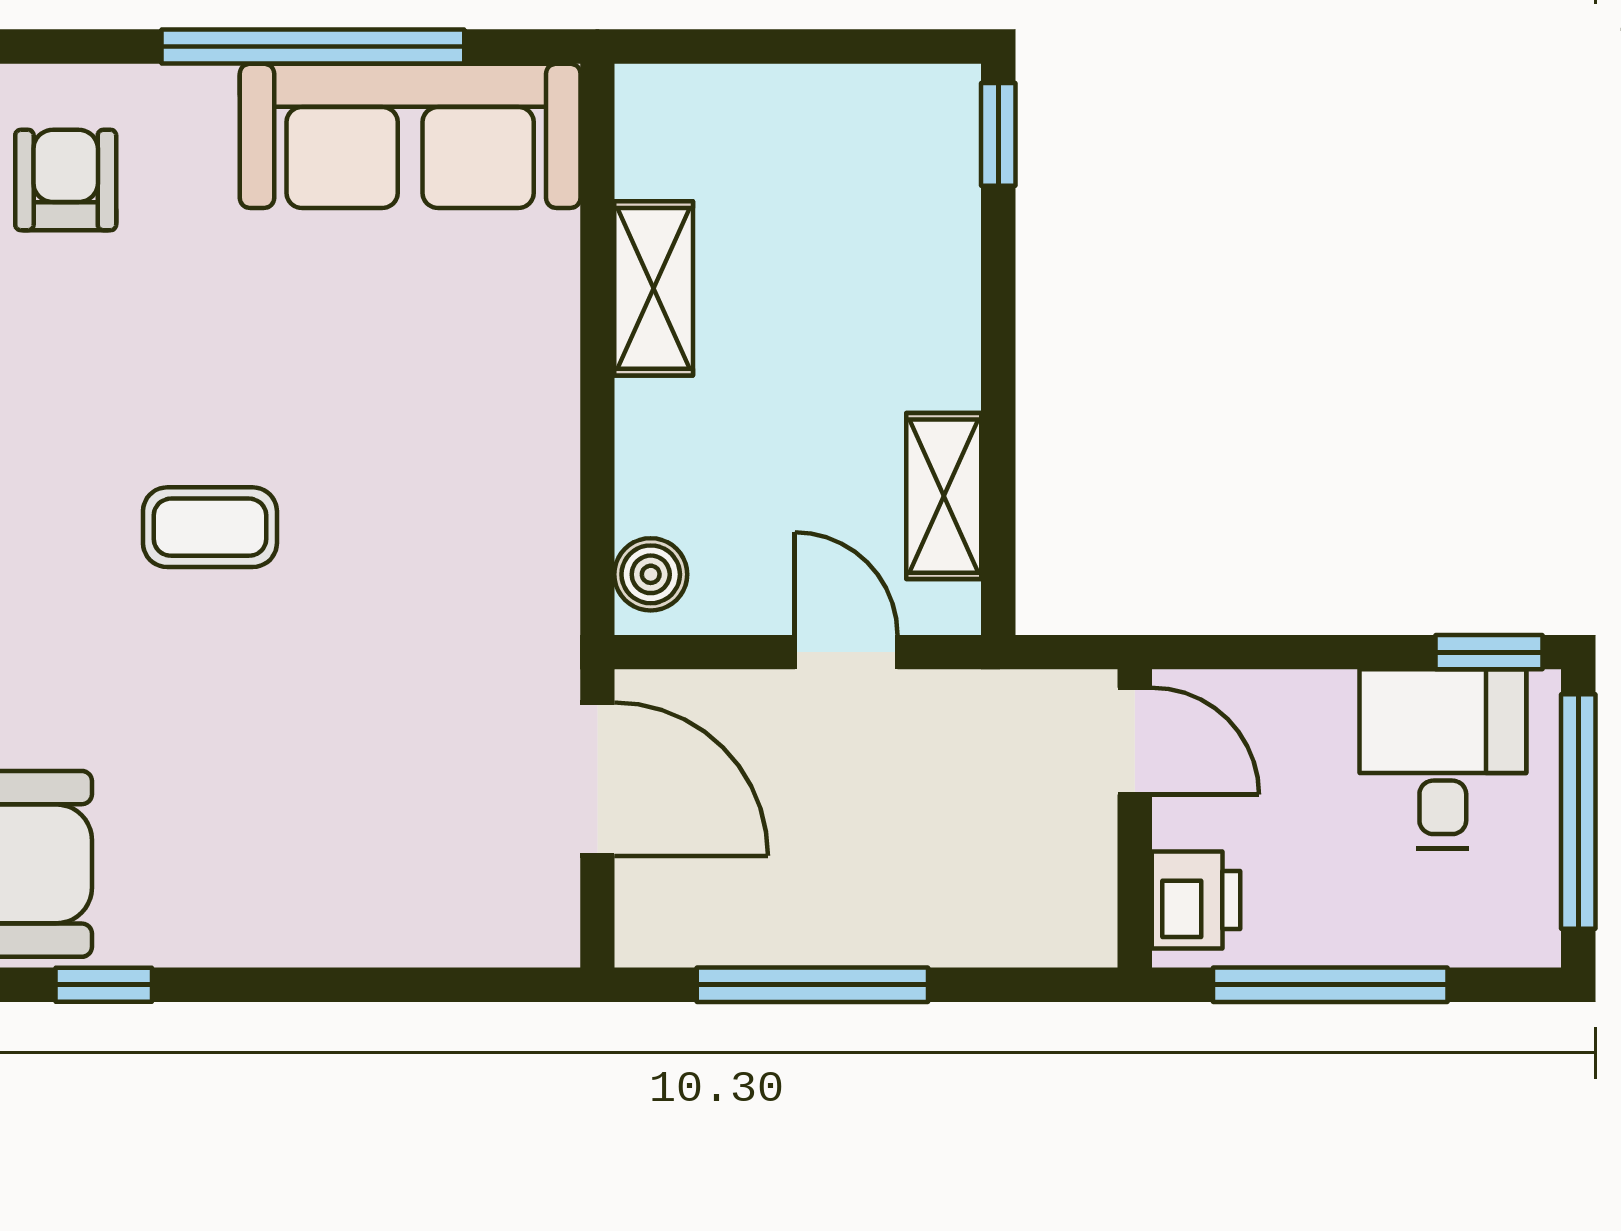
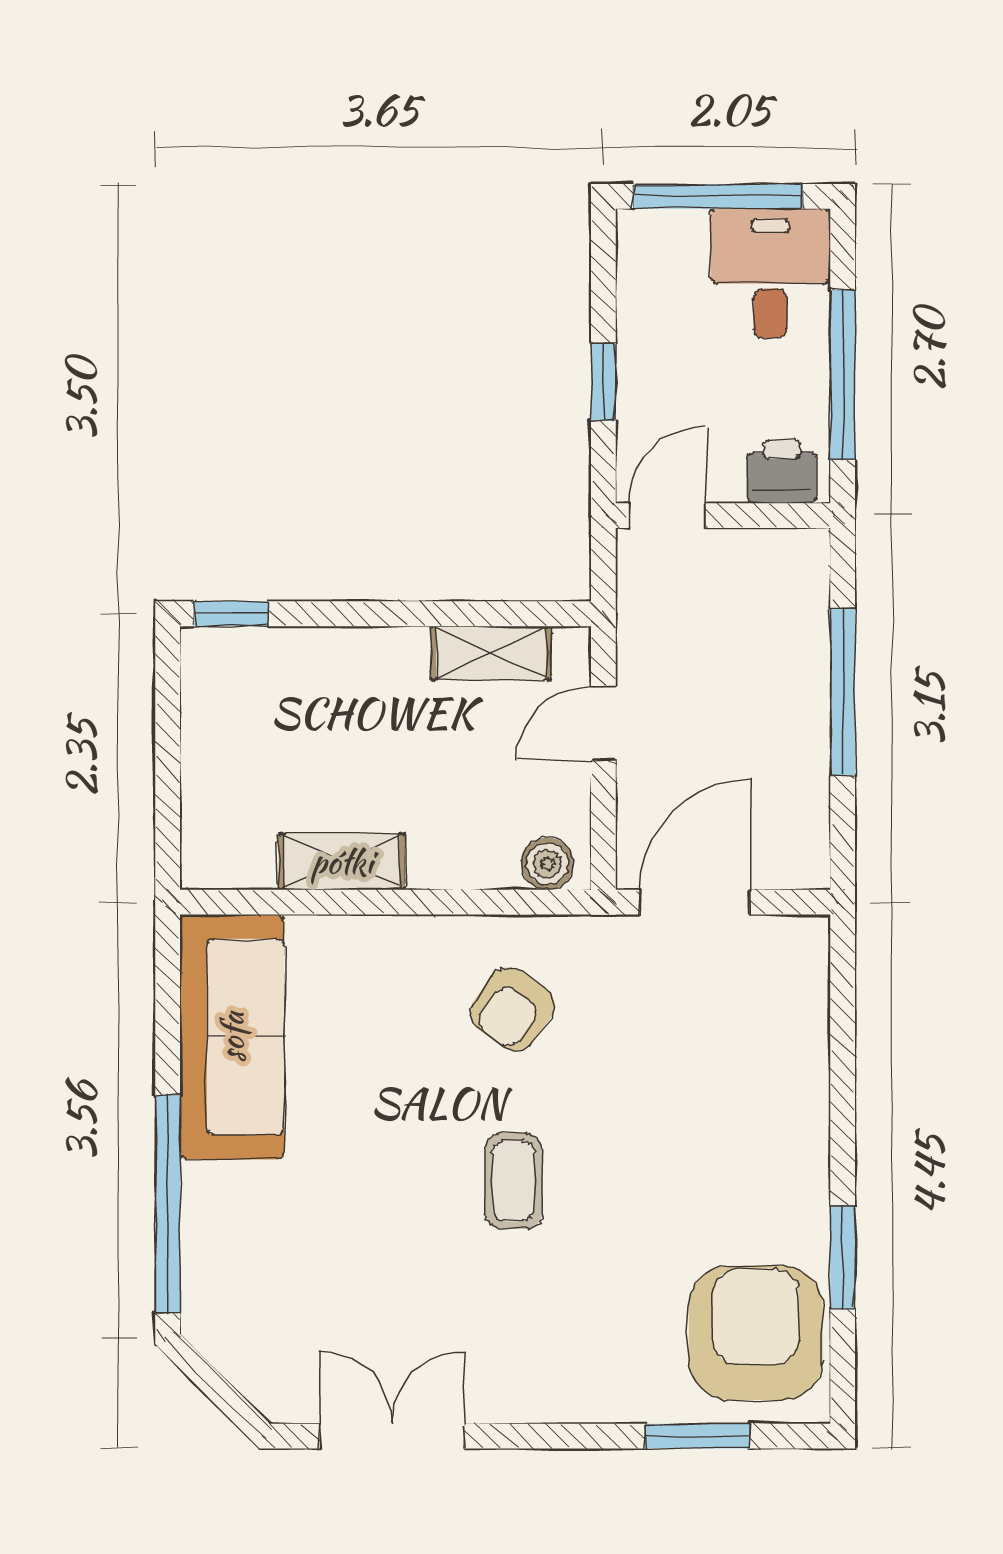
window: (313, 46) -> (168, 1204), moved
armchair: (66, 180) -> (512, 1009), moved, turned -55
window: (1489, 652) -> (603, 382), moved
desk: (1443, 759) -> (770, 273), moved, turned 90
window: (104, 985) -> (843, 1257), width x1.50
window: (812, 985) -> (843, 692), moved

